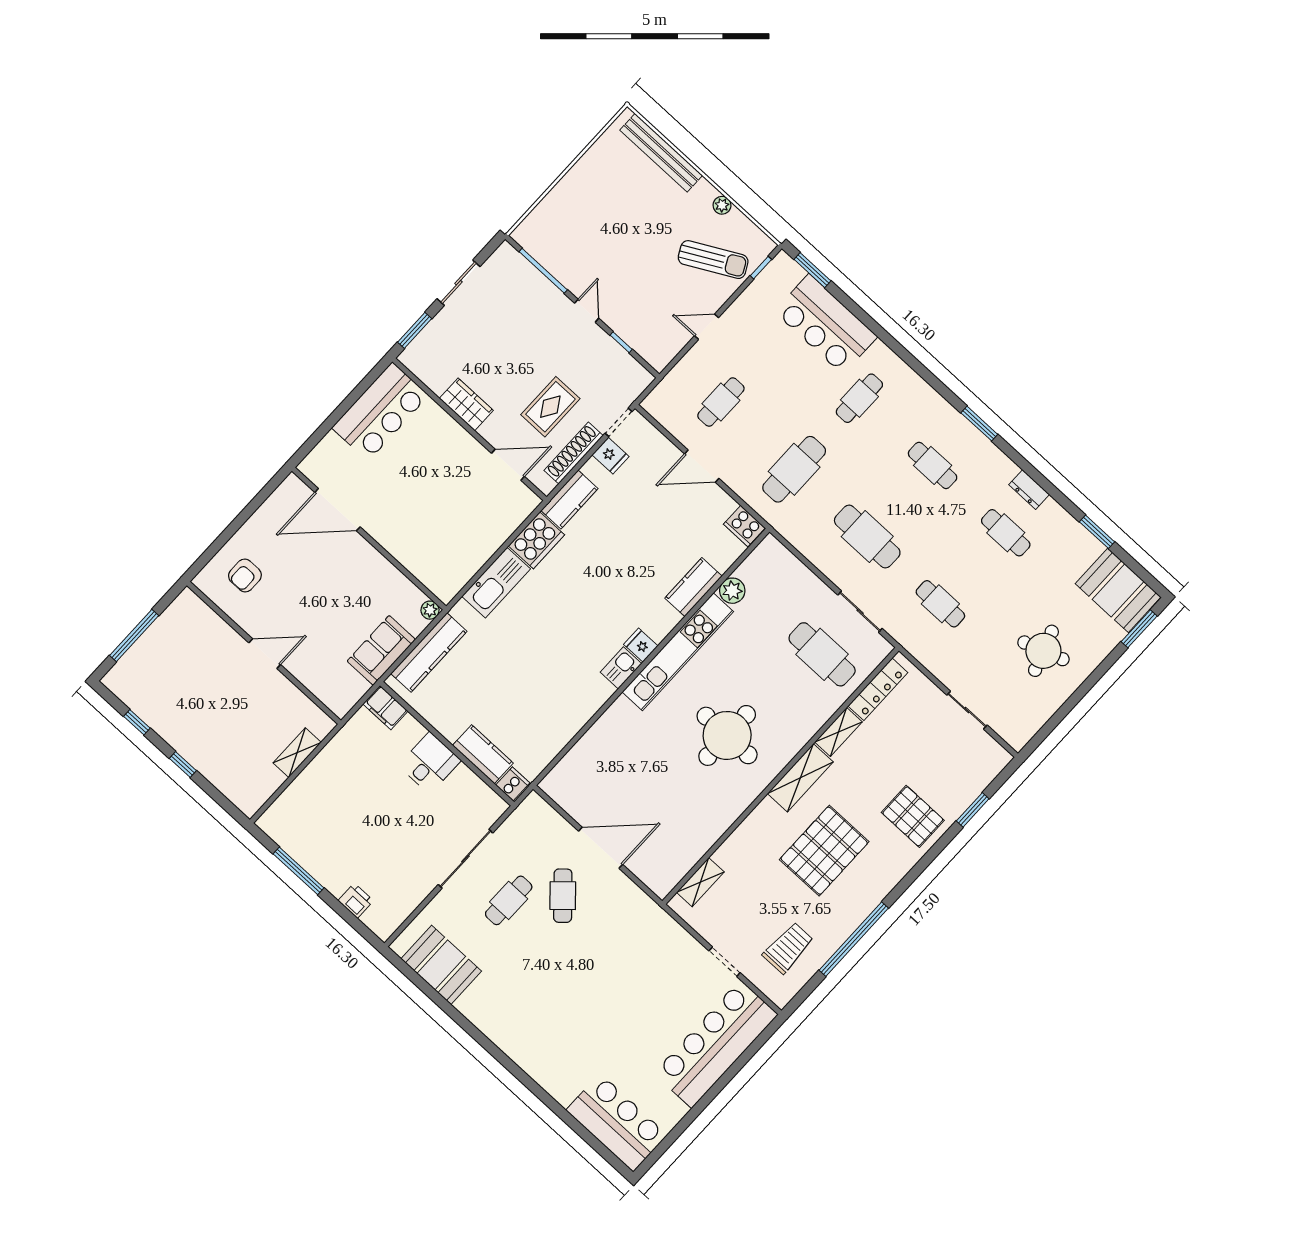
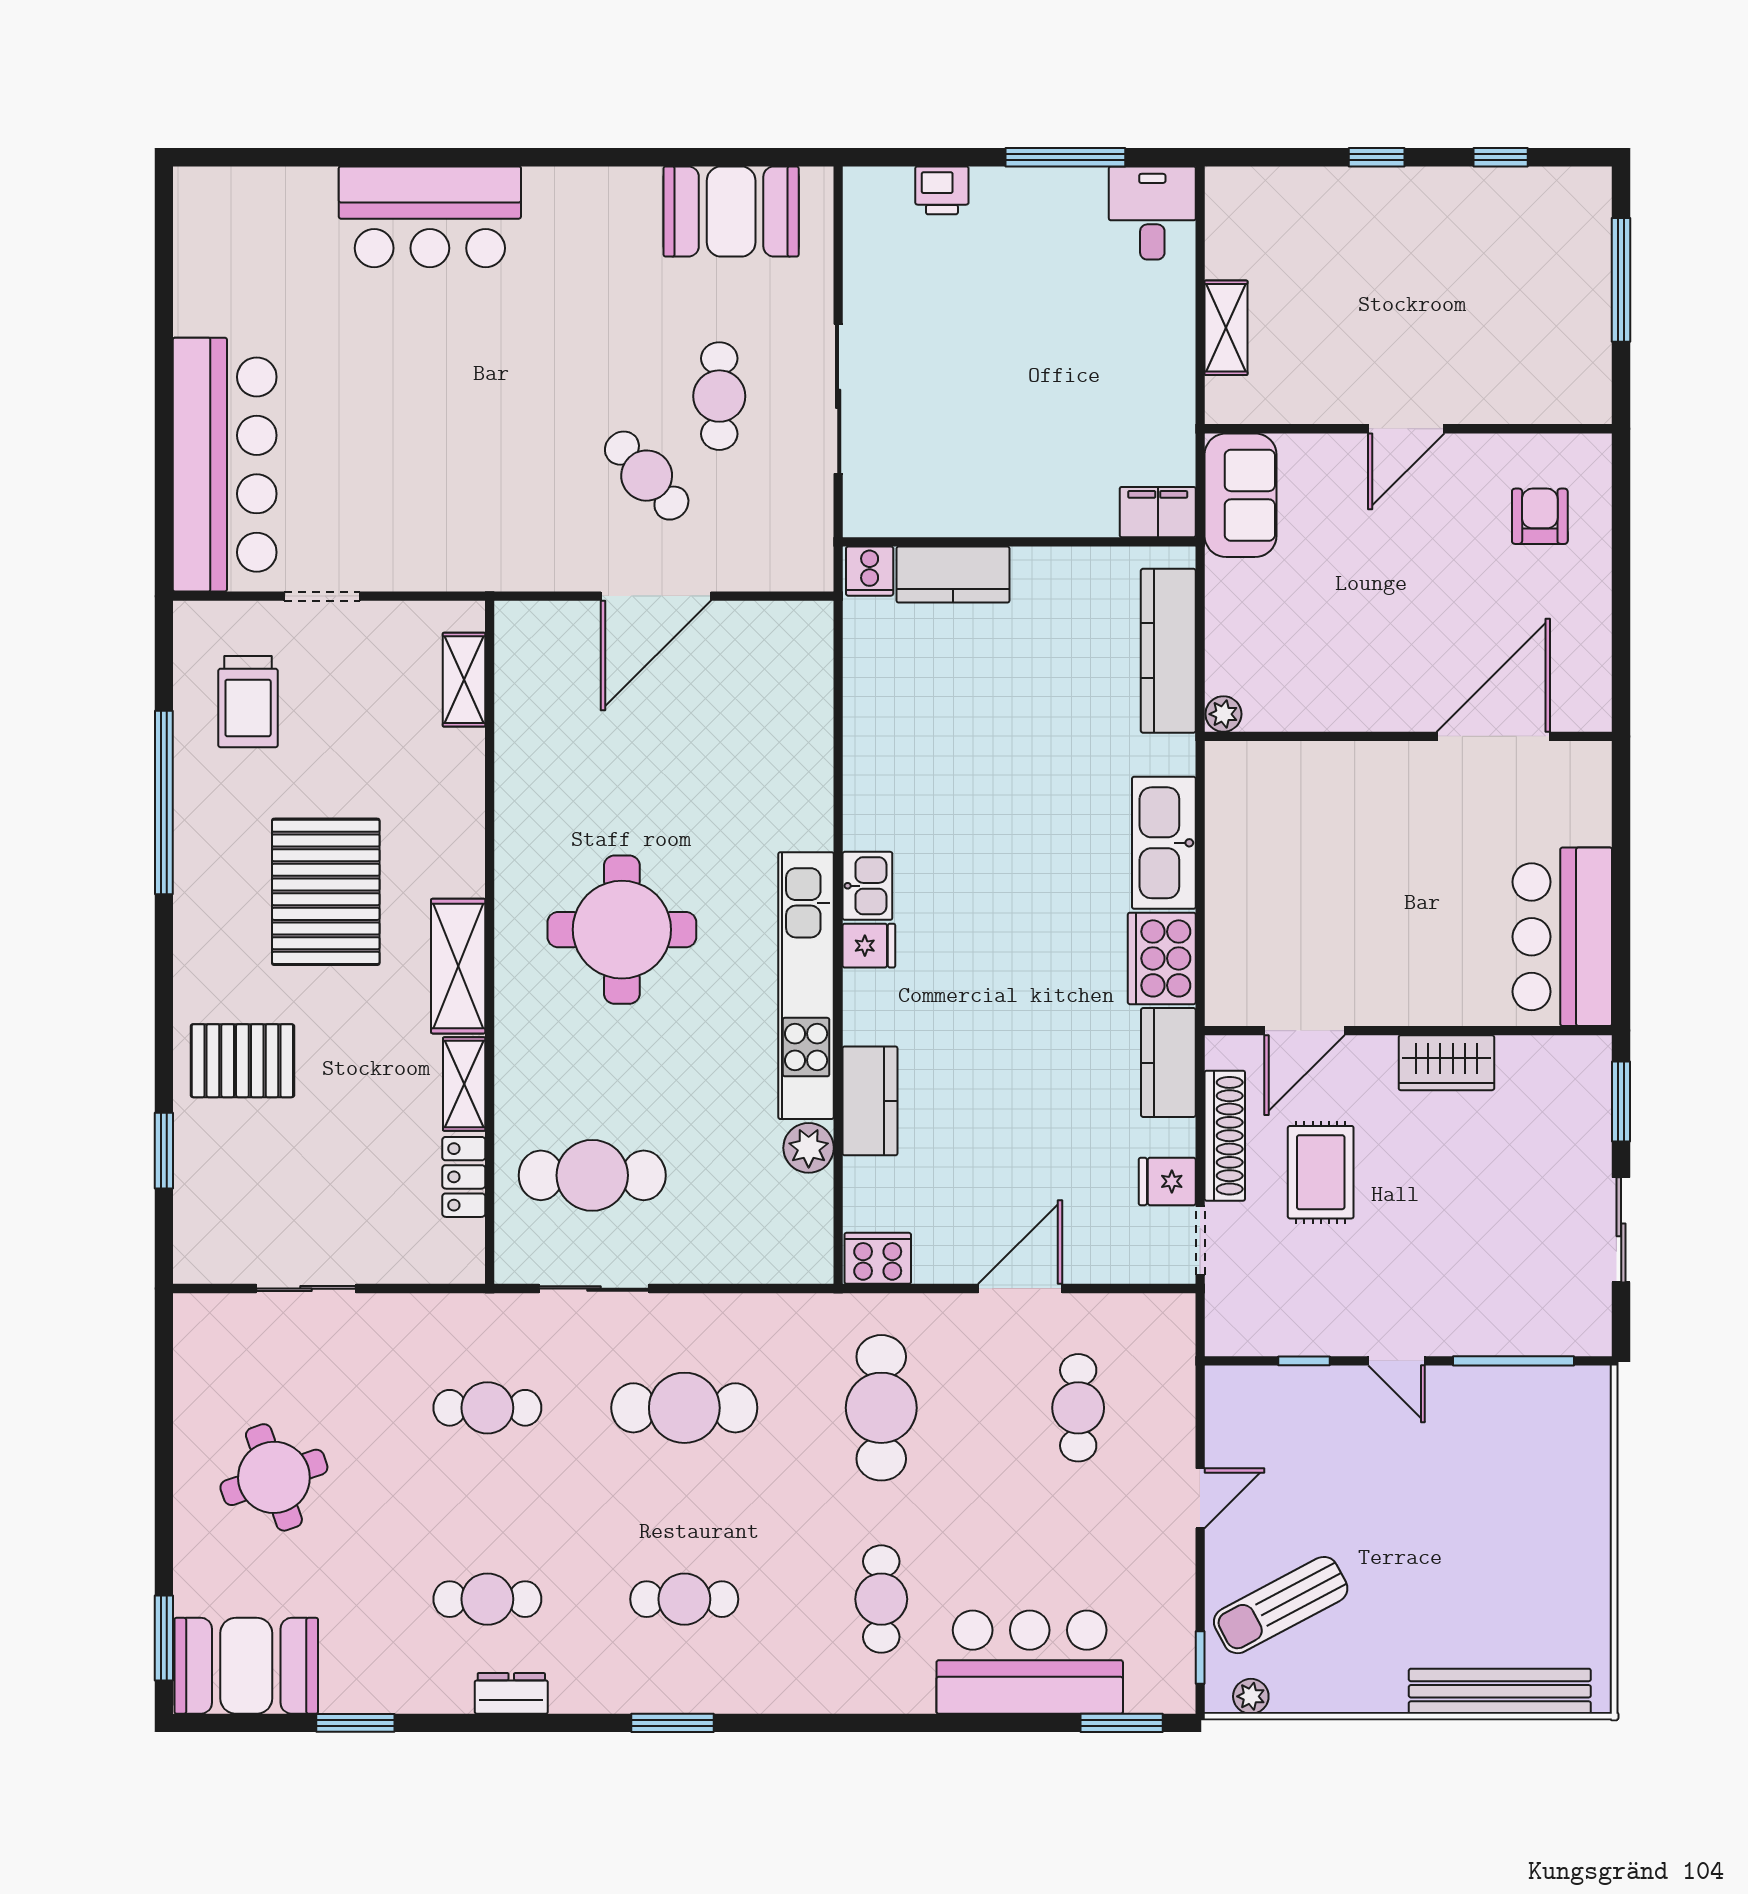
plant: (722, 205) -> (1251, 1696), moved
sofa: (381, 650) -> (1241, 495), moved
locker: (878, 689) -> (464, 1177), width x0.66
desk: (430, 763) -> (1152, 213), moved, turned 180
bar counter: (617, 1123) -> (430, 217), moved

